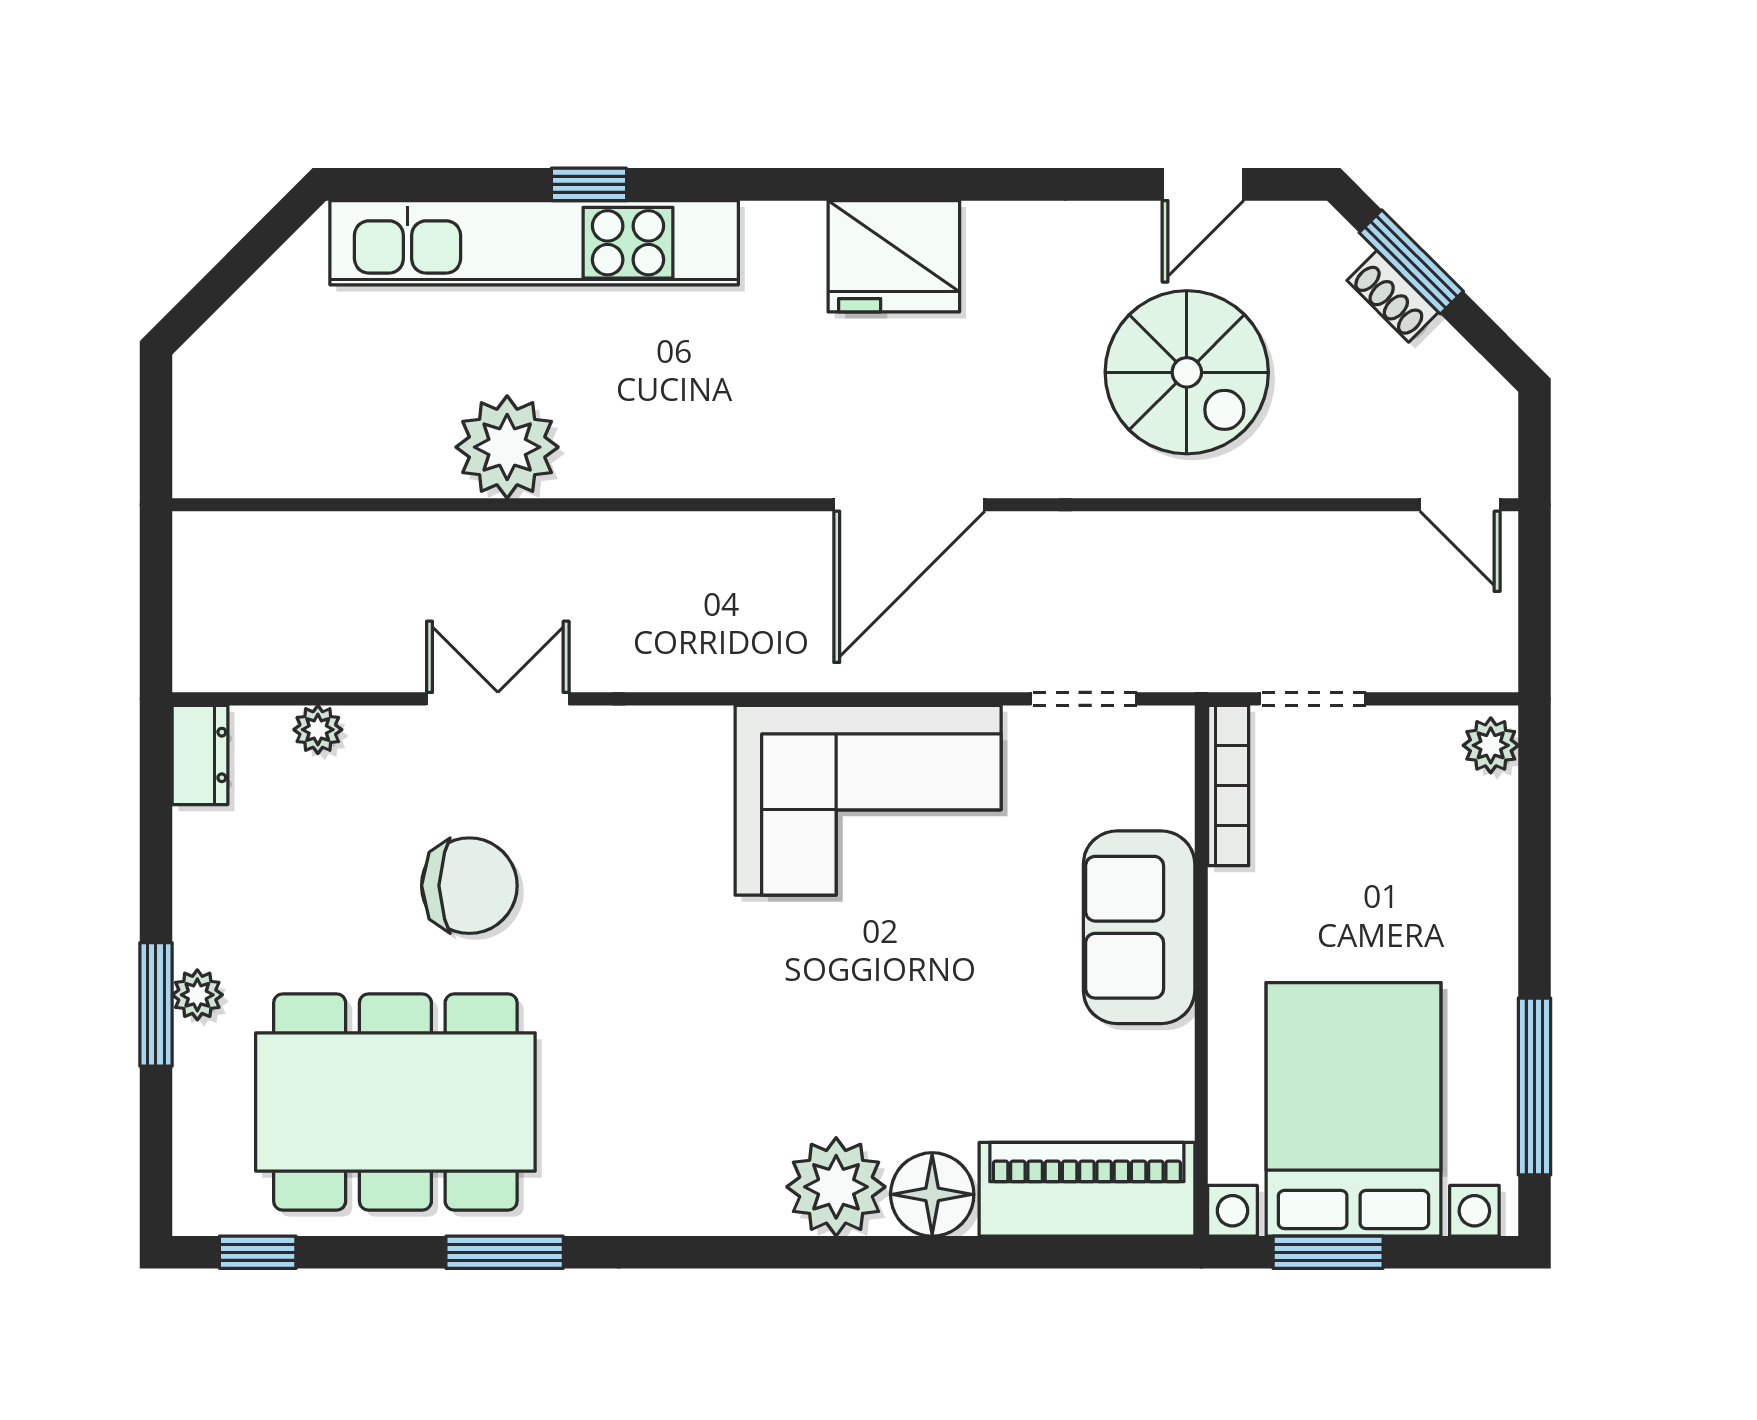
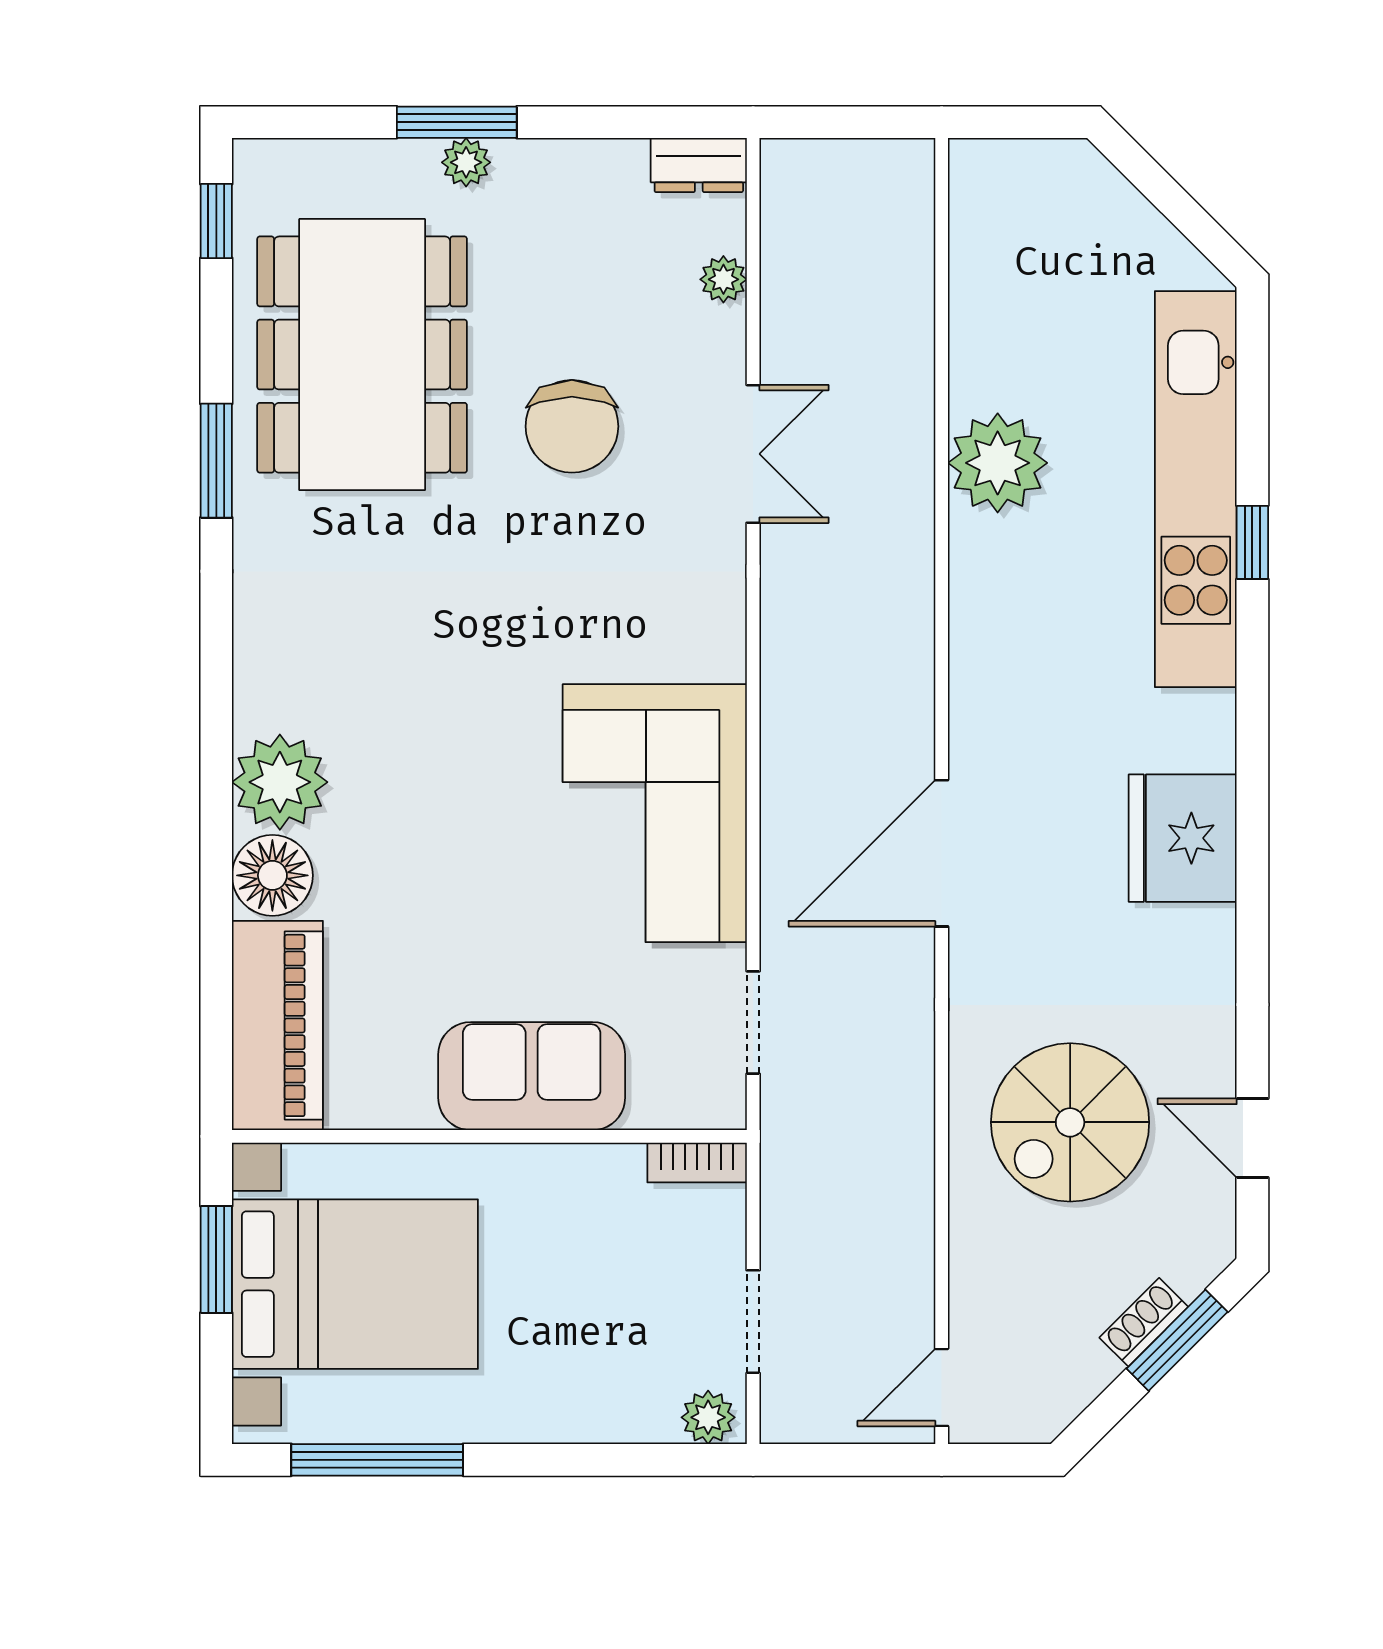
door: (909, 505) -> (942, 853), hinge flipped
doorway: (1313, 699) -> (753, 1322), moved
bookcase: (1228, 786) -> (697, 1163), width x0.64

